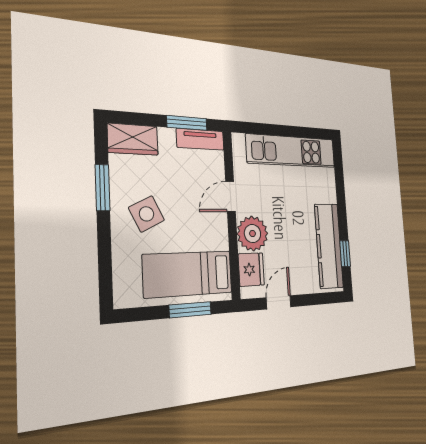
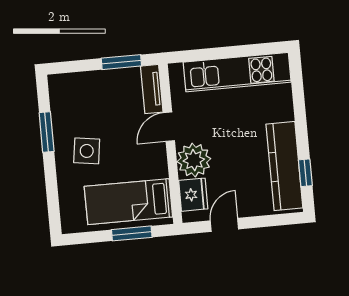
wardrobe: (133, 139) -> (71, 86), removed
tv unit: (200, 139) -> (152, 89), moved, turned 90
side table: (147, 214) -> (87, 151), turned 34

